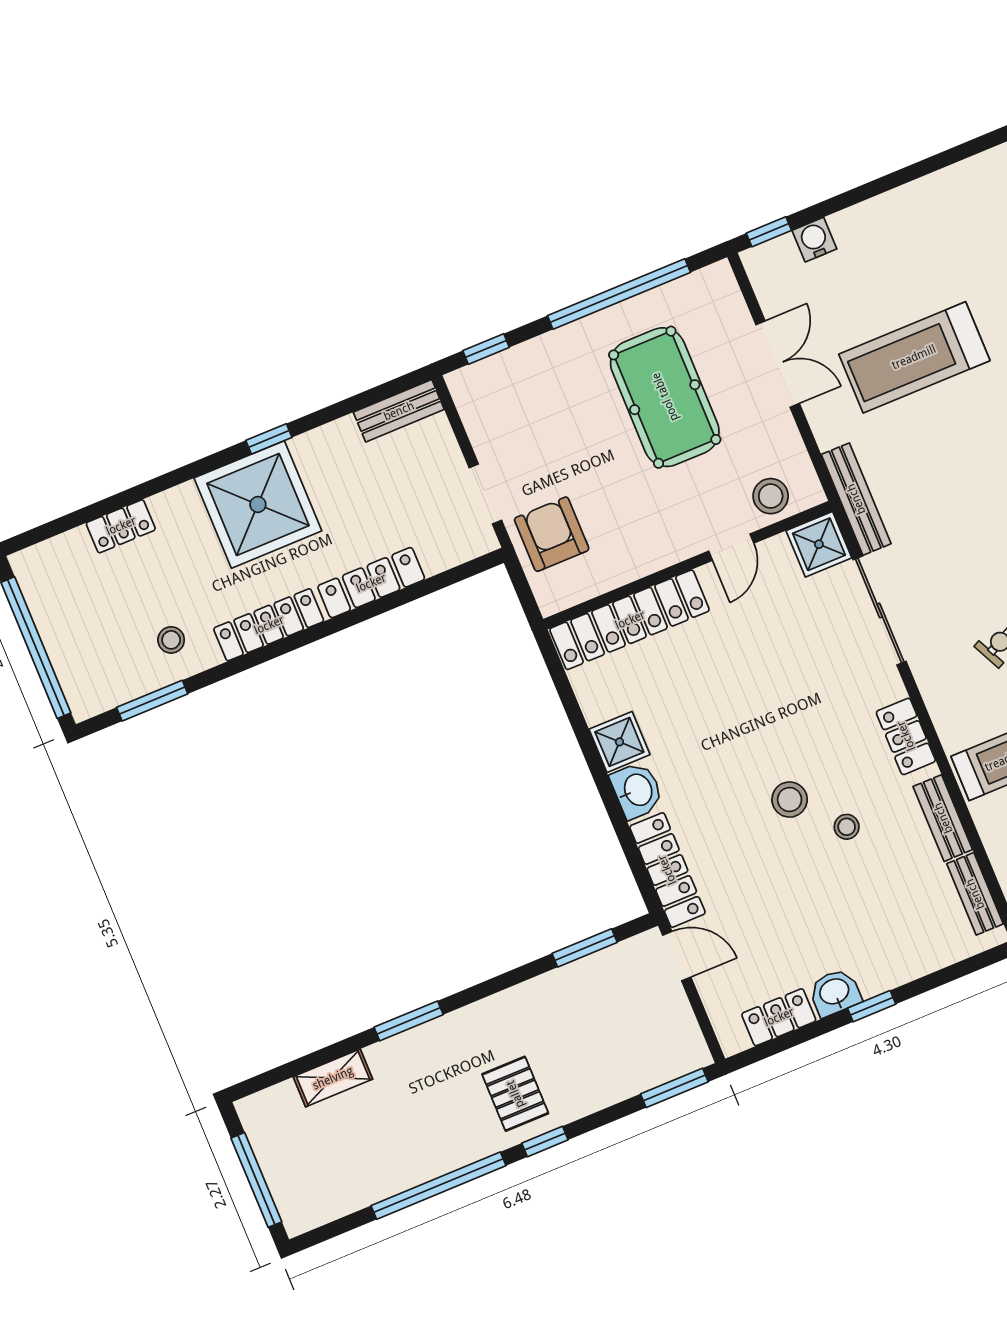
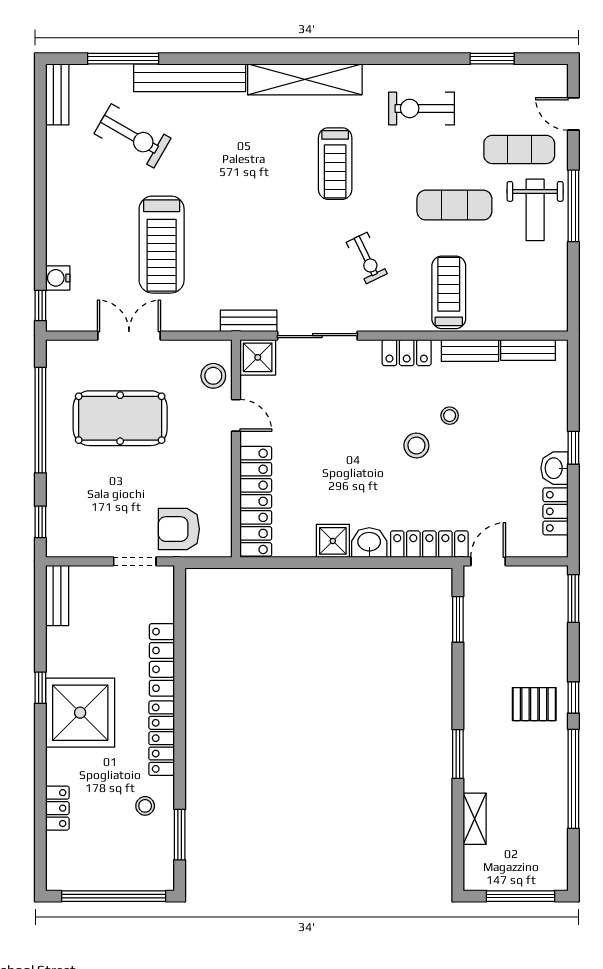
bench: (856, 499) -> (249, 321), width x0.73

